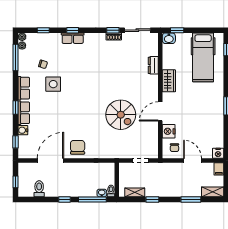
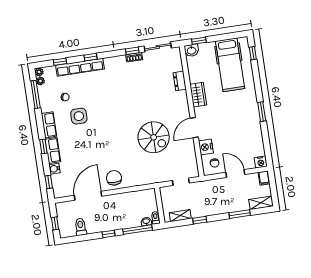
row of seats: (73, 38) -> (80, 67), width x2.02

